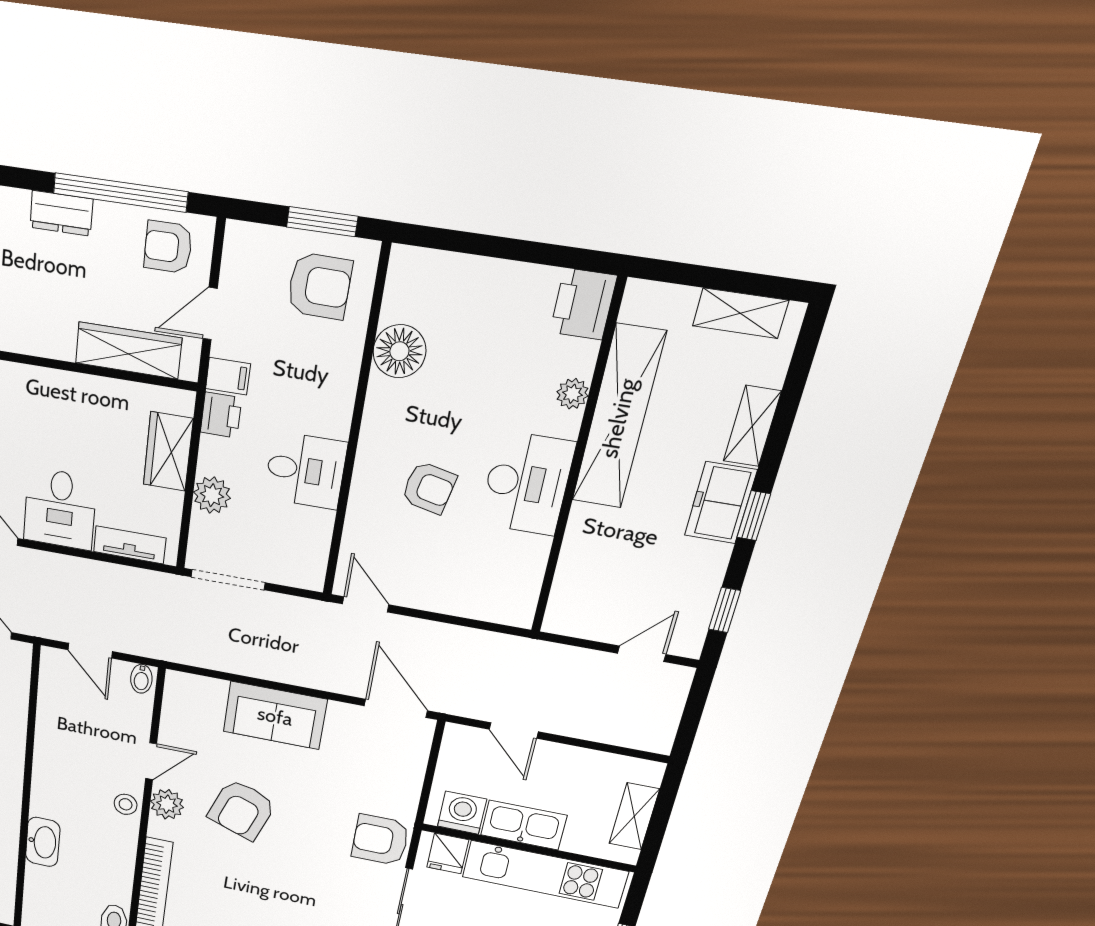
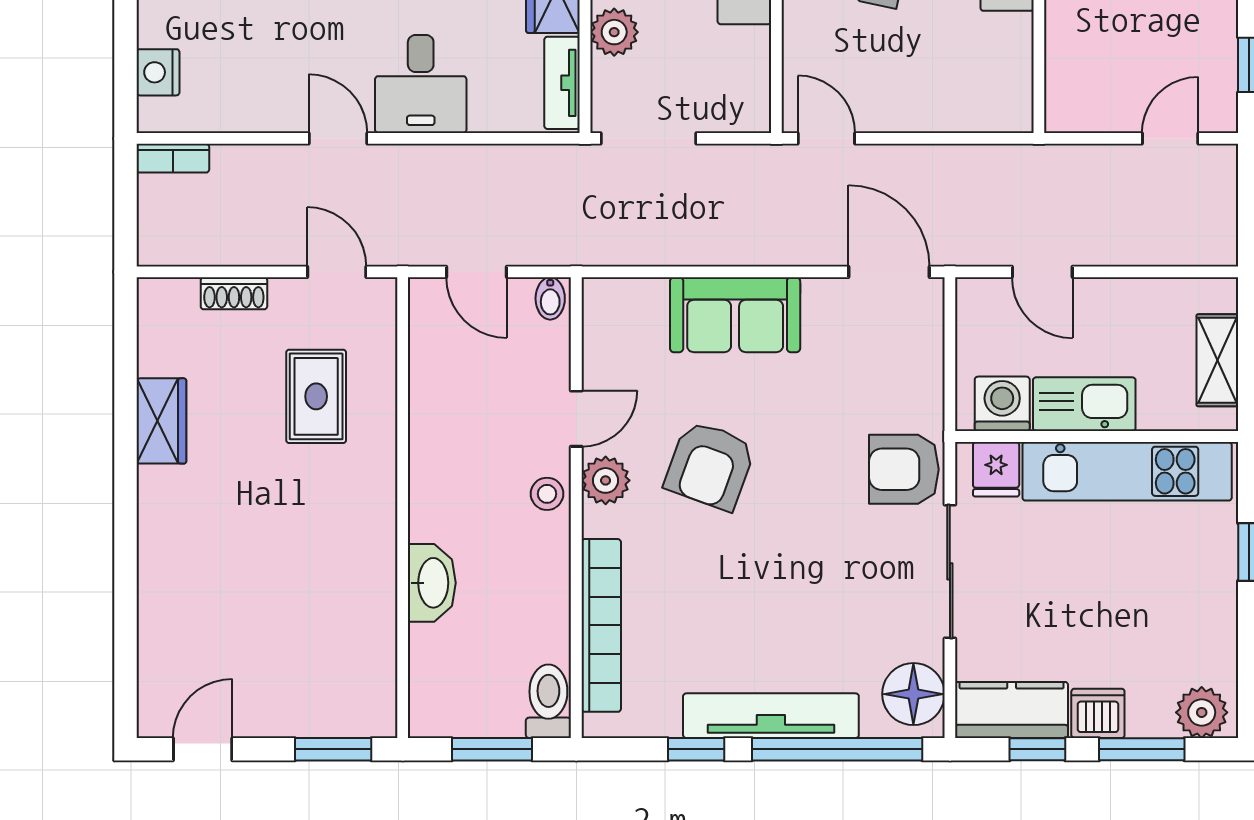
tv unit: (130, 545) -> (562, 83), moved, turned -90

